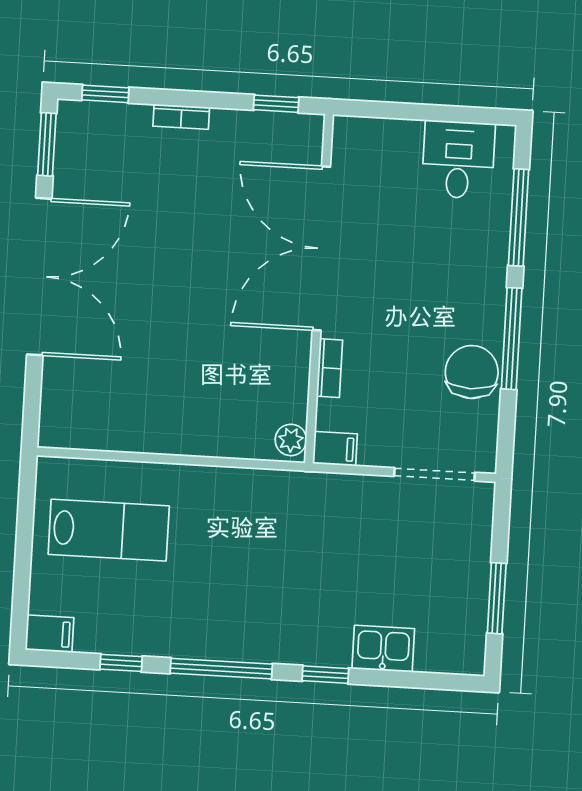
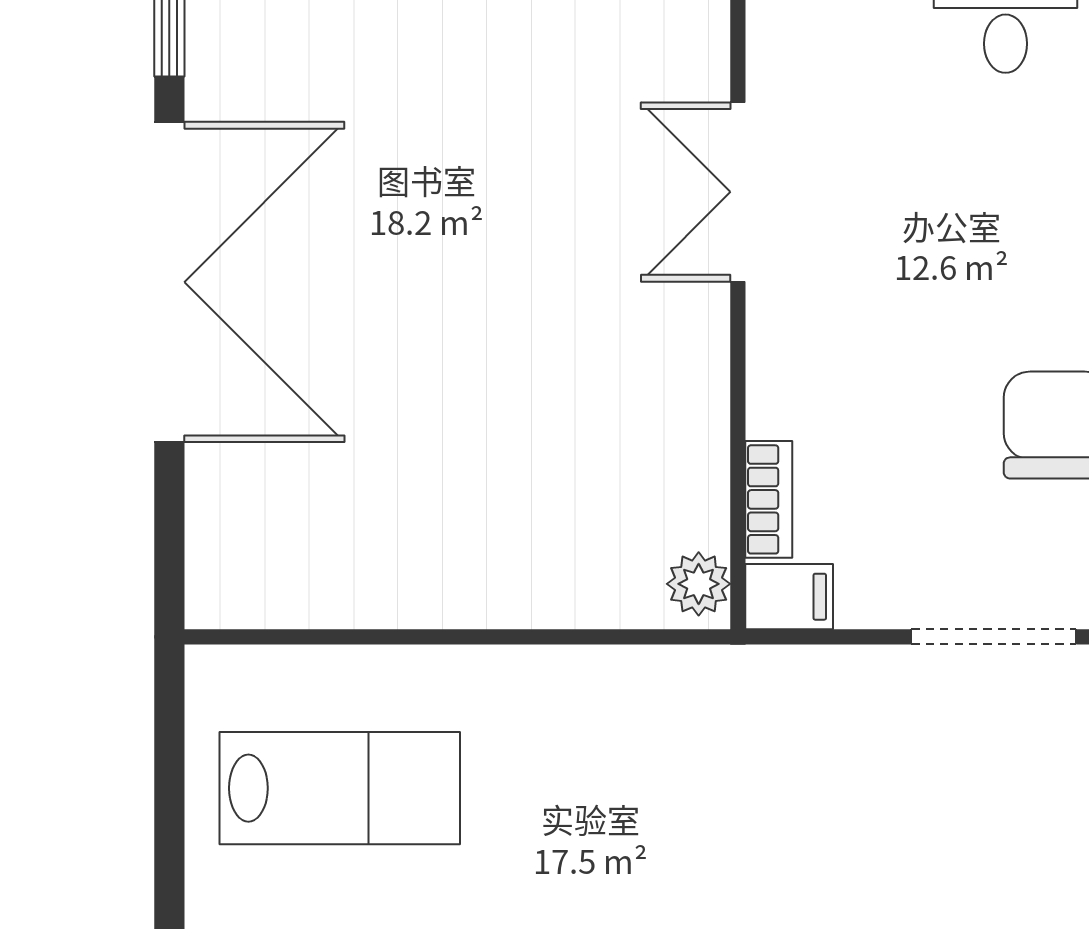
double door: (321, 248) -> (738, 192), width x0.54
bookcase: (330, 368) -> (769, 499), moved

